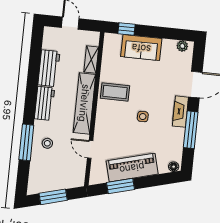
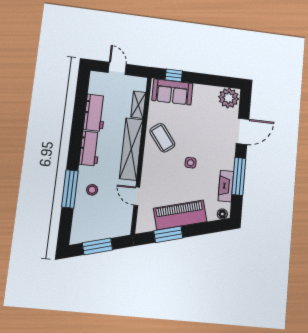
plant: (182, 46) -> (229, 98), width x1.88, depth x1.88
sofa: (141, 48) -> (172, 92), moved
coffee table: (115, 92) -> (162, 138), turned 53
fireplace: (180, 112) -> (226, 186), moved

